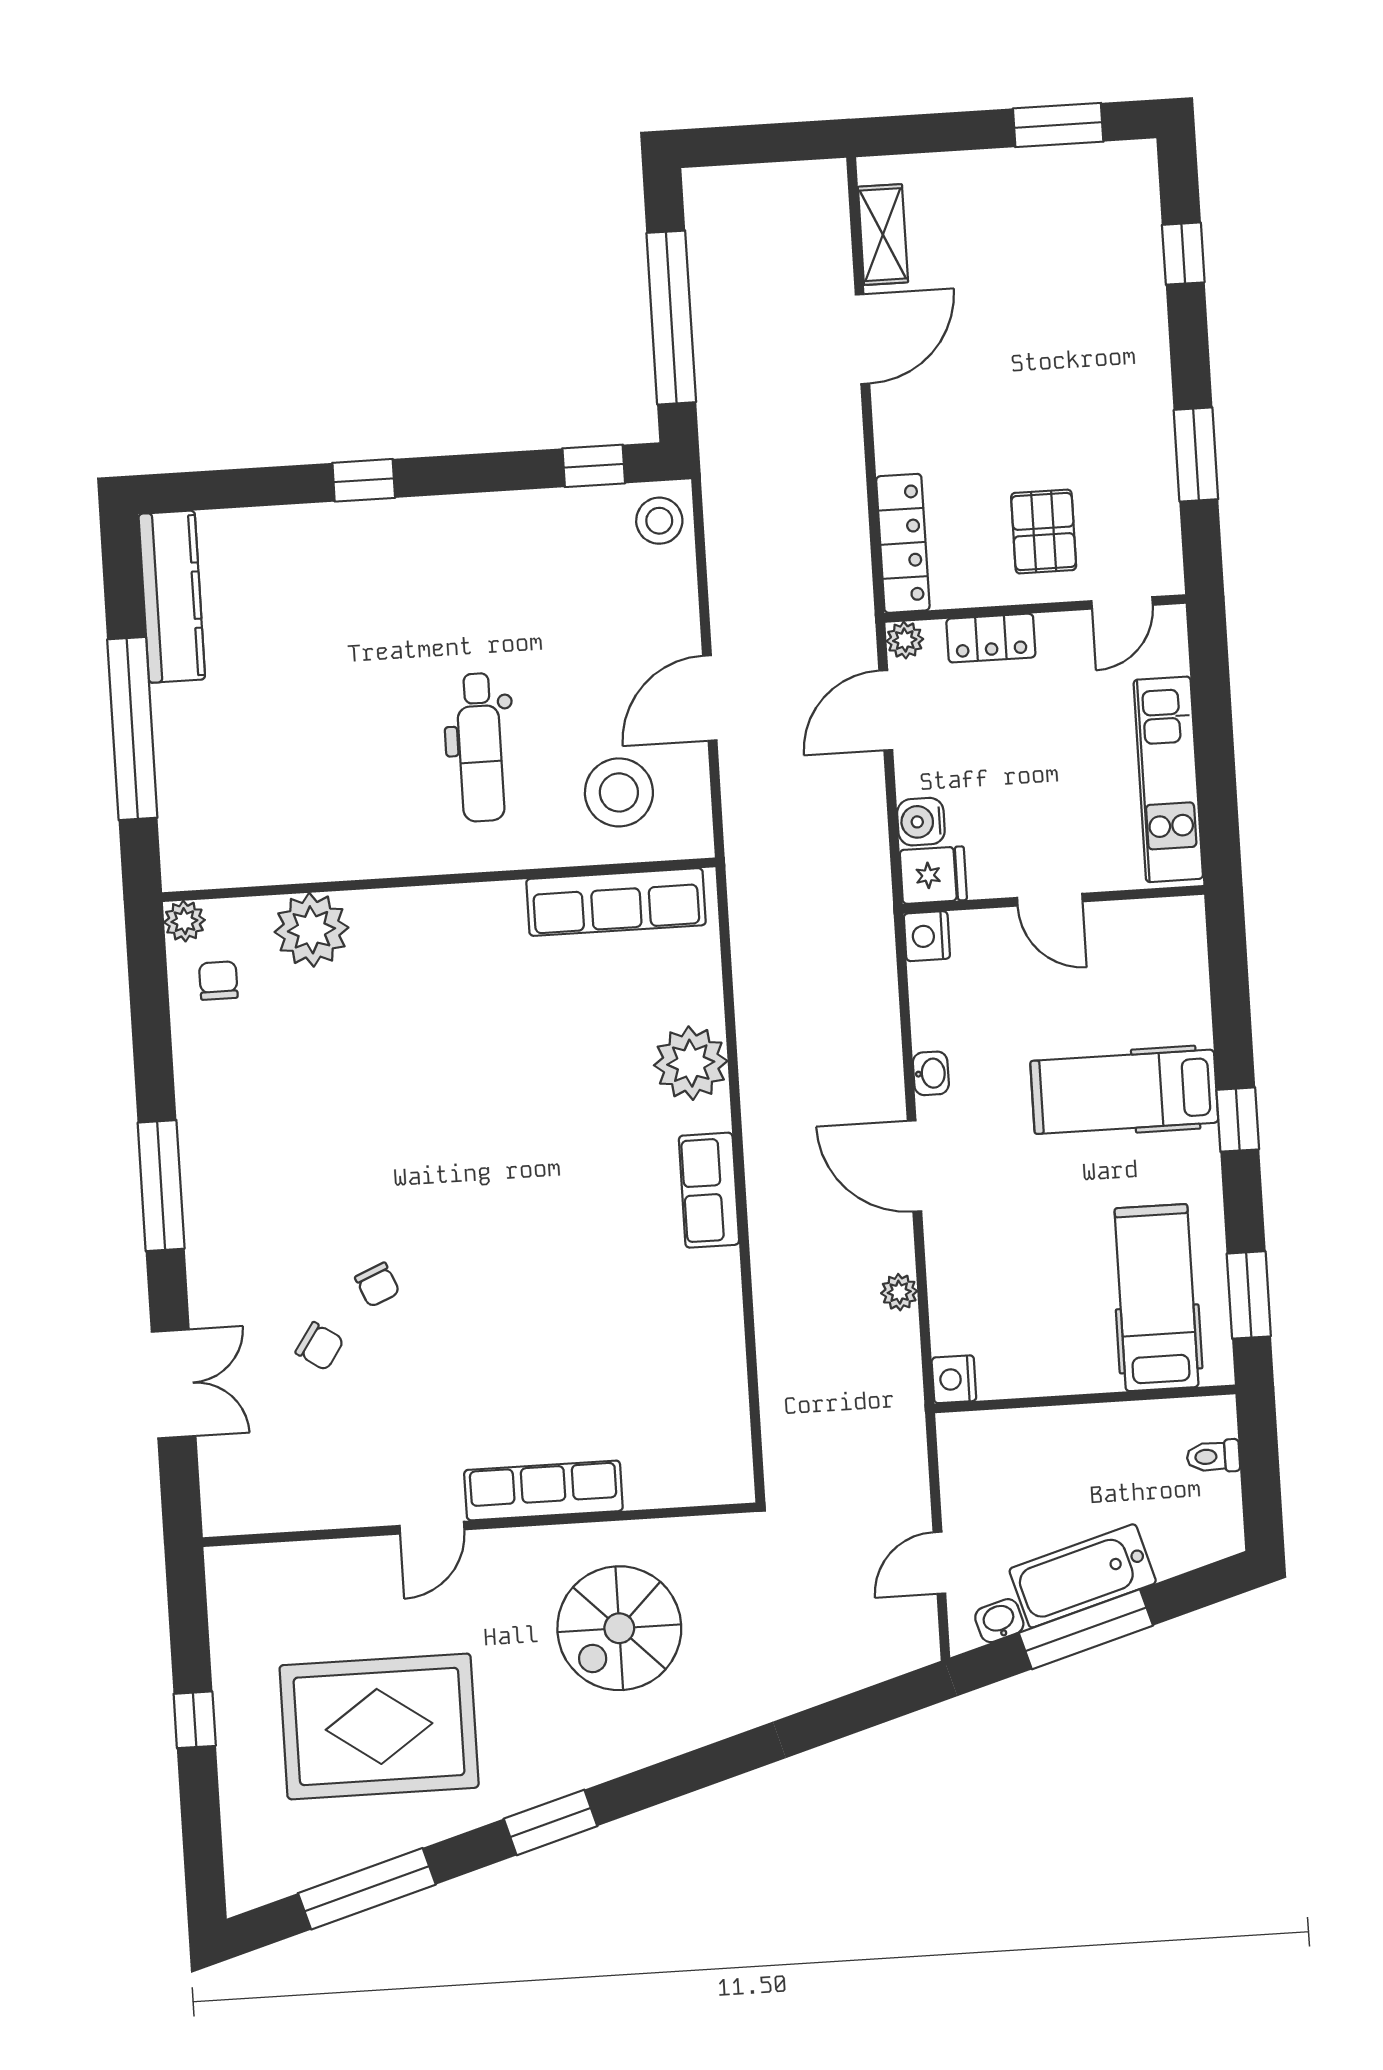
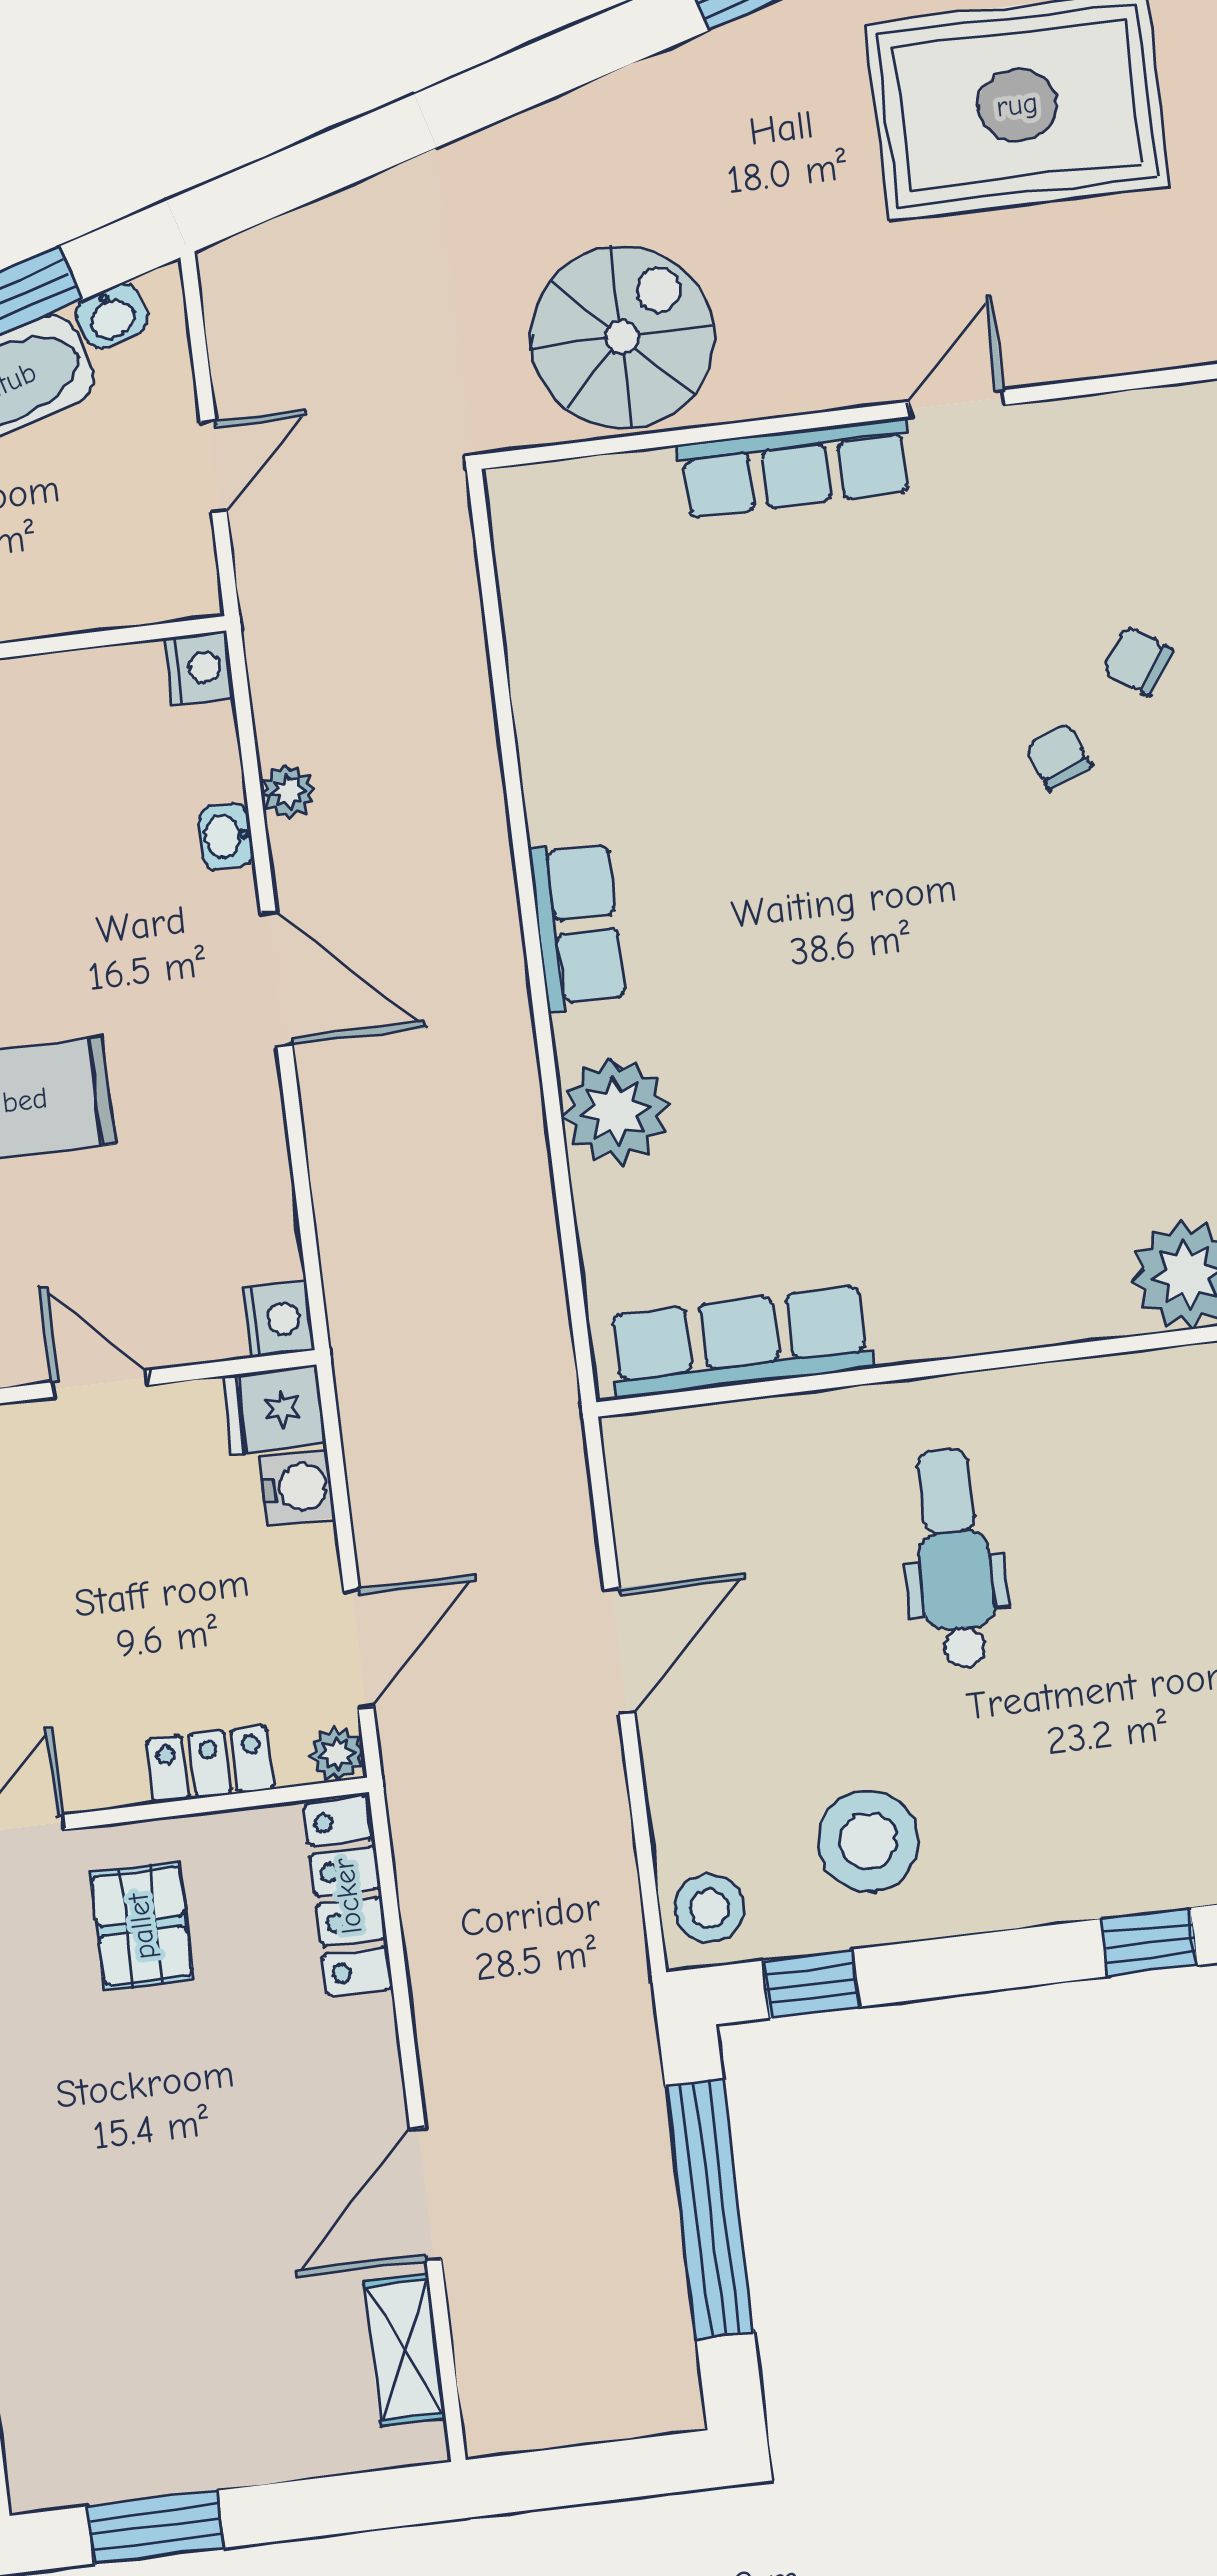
stool: (619, 792) -> (869, 1841), moved
washbasin: (931, 1073) -> (226, 836), moved
door: (939, 1563) -> (214, 467), moved
spiral stairs: (619, 1628) -> (622, 337), moved

